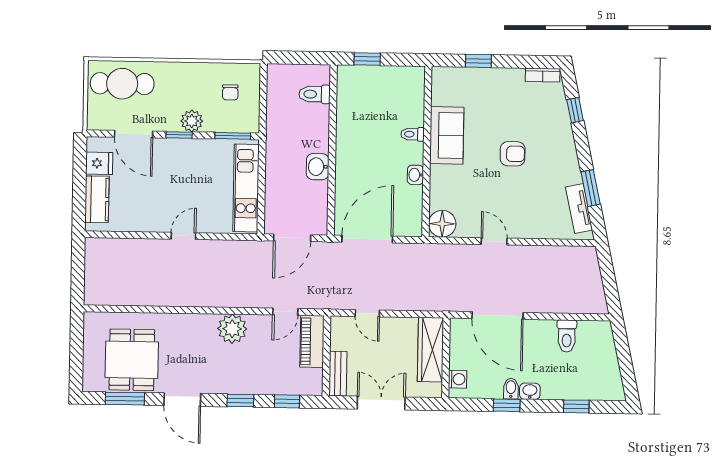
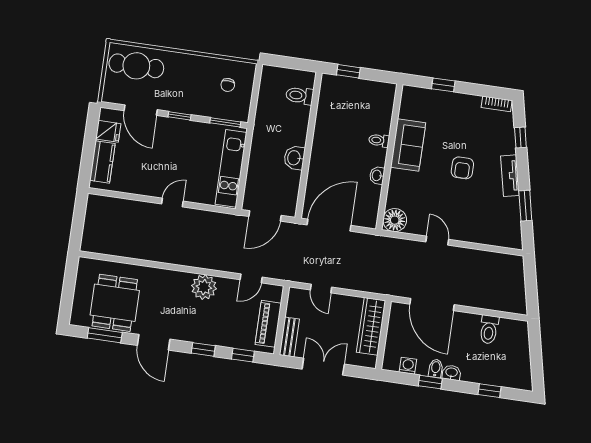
plant: (192, 121) -> (192, 105), removed
armchair: (513, 154) -> (462, 168), turned 90
tv unit: (579, 209) -> (510, 176), moved
piano: (312, 341) -> (268, 324), moved
washing machine: (458, 379) -> (408, 366), moved, turned -90

